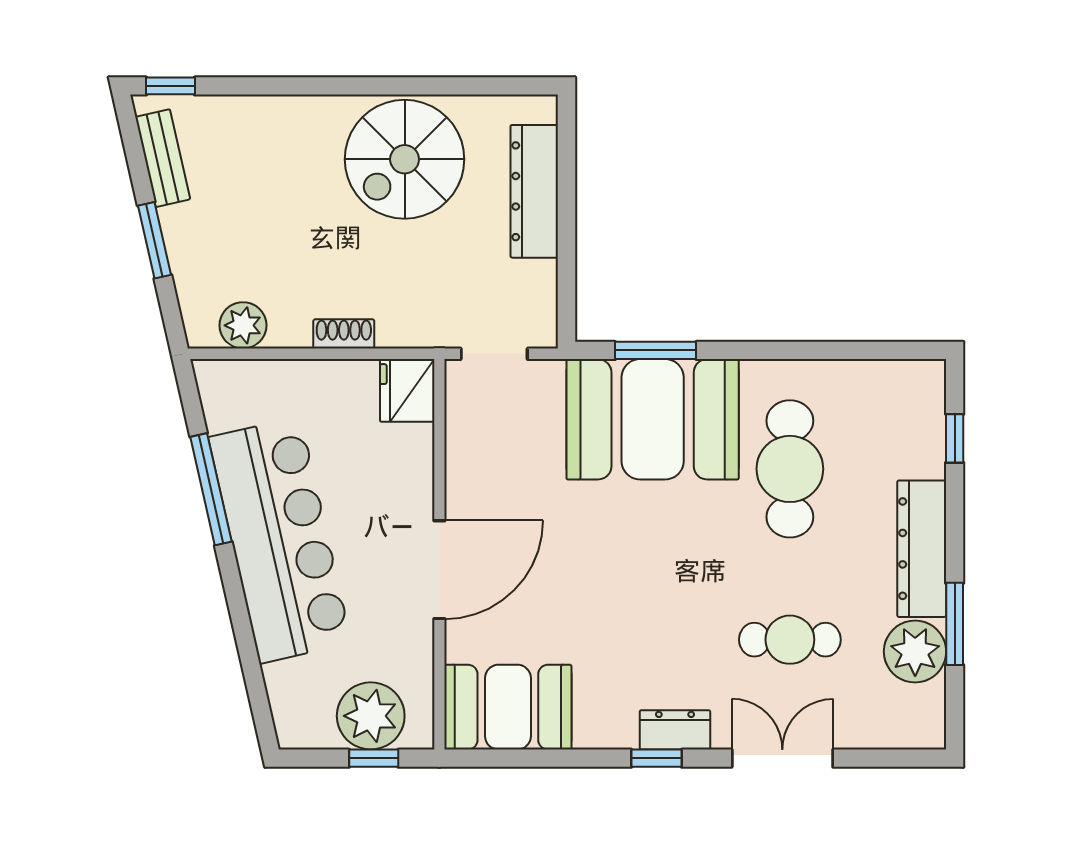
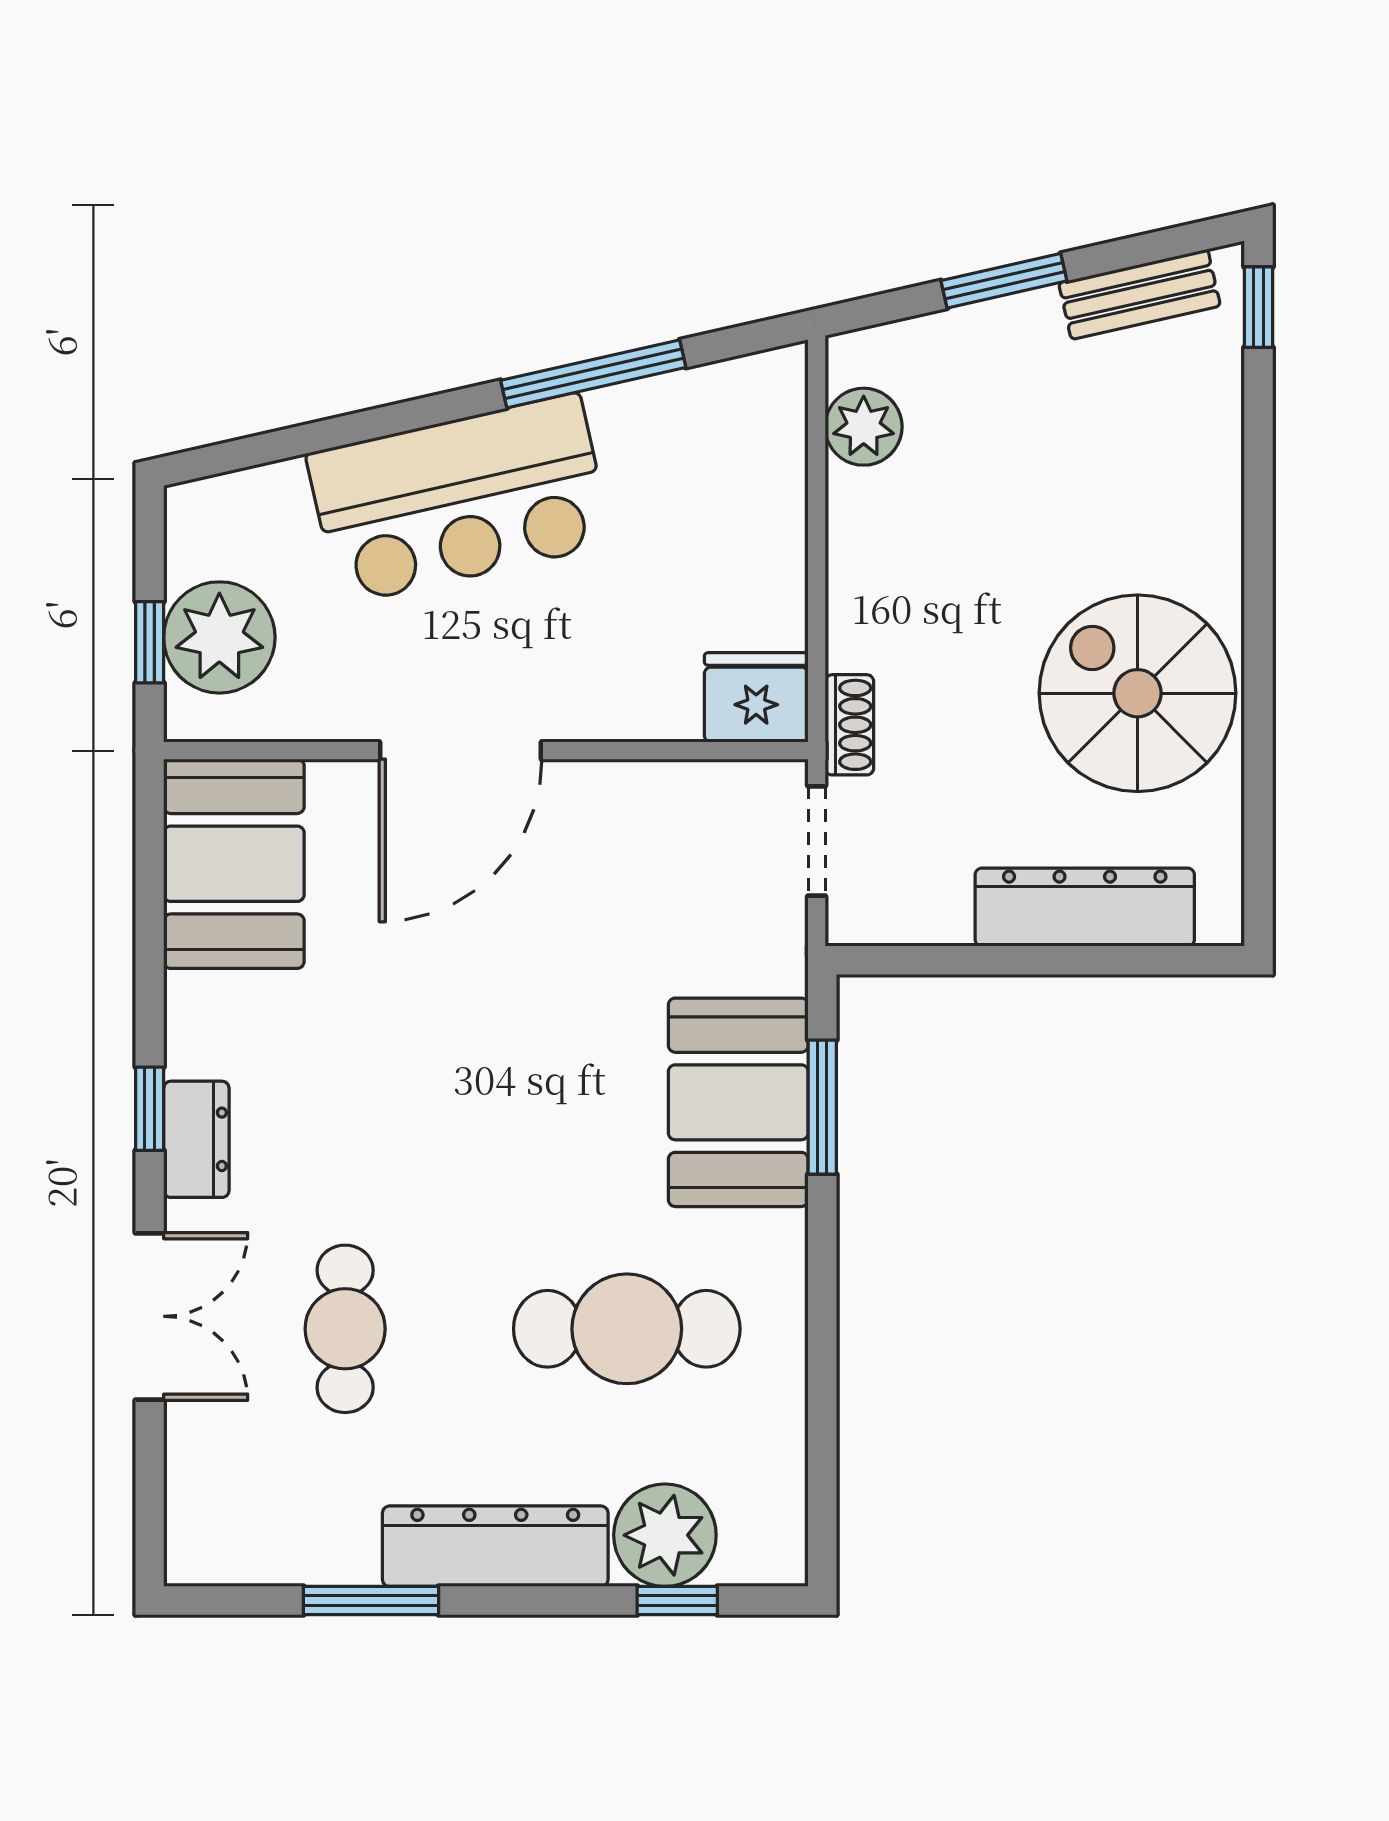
shoe rack: (344, 334) -> (849, 725), moved
booth: (653, 419) -> (738, 1102), width x0.73, depth x0.70
bar counter: (280, 540) -> (459, 499), width x0.73
door: (439, 570) -> (460, 751), hinge flipped
plant: (915, 652) -> (665, 1535), moved

